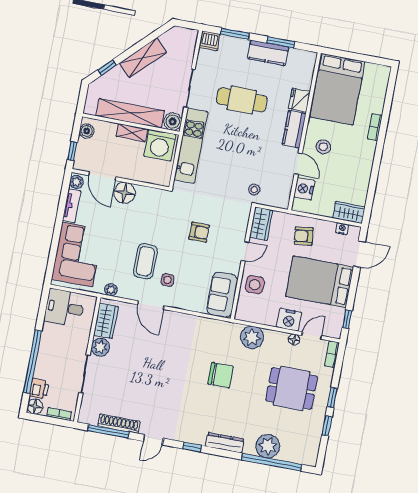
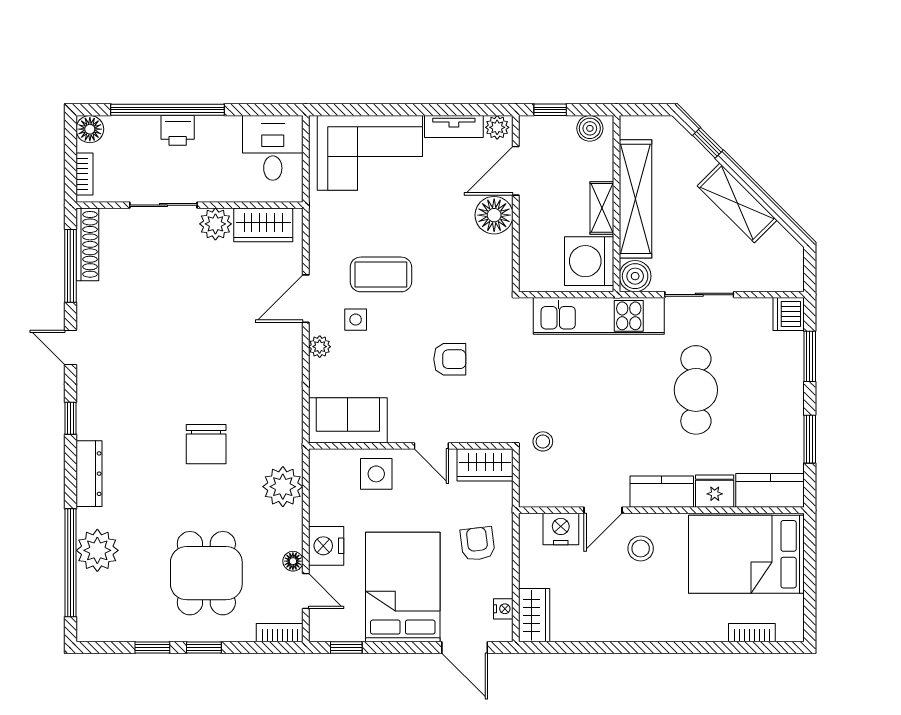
kitchen counter: (268, 53) -> (770, 490), moved, turned 90
bookcase: (375, 127) -> (752, 633), moved
armchair: (199, 232) -> (450, 359), turned -90
plant: (111, 290) -> (320, 347), moved
printer: (39, 389) -> (178, 130), moved
shoe rack: (119, 424) -> (87, 244), moved

